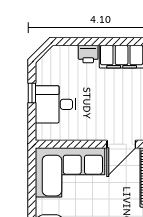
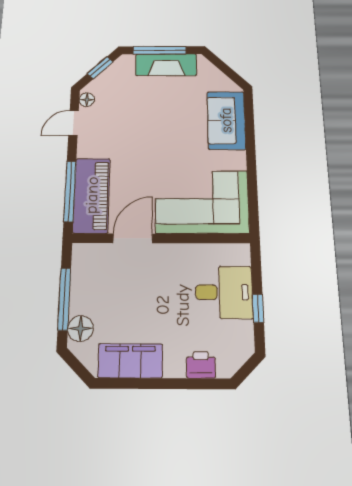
printer: (88, 54) -> (201, 365), moved

